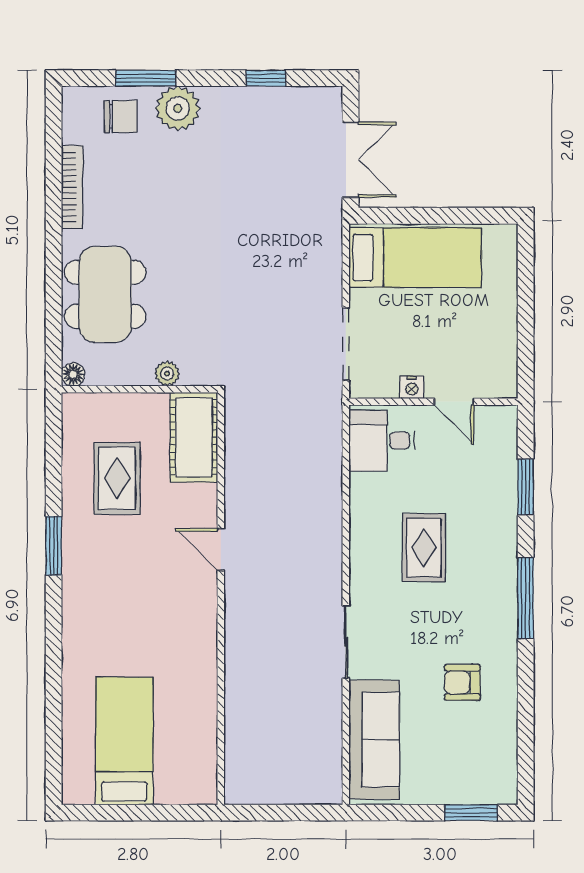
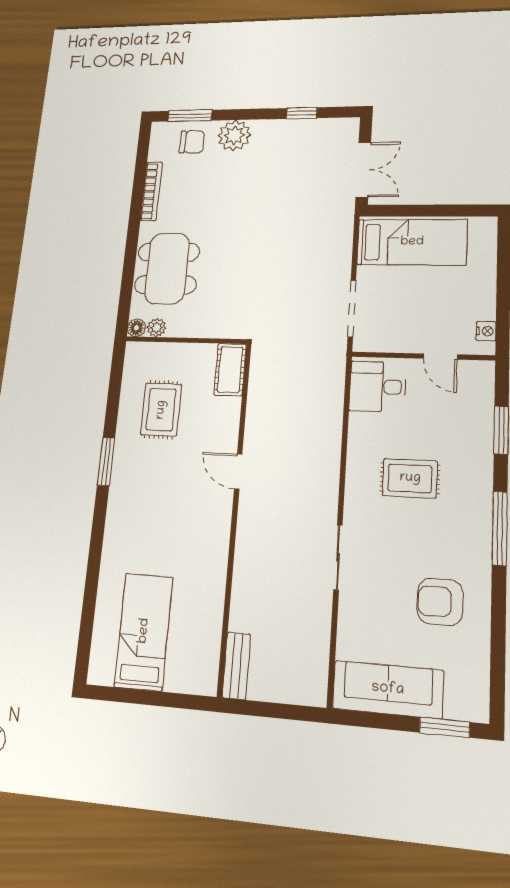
window: (146, 78) -> (190, 116), moved
plant: (167, 374) -> (156, 328), moved
nightstand: (412, 387) -> (486, 331), moved, turned -90
cot: (194, 437) -> (230, 370), width x0.73, depth x0.75
rug: (424, 548) -> (410, 478), turned 90
armchair: (462, 682) -> (440, 602), width x1.38, depth x1.38
sofa: (374, 740) -> (388, 689), moved, turned -90
bench: (238, 769) -> (236, 666), added

